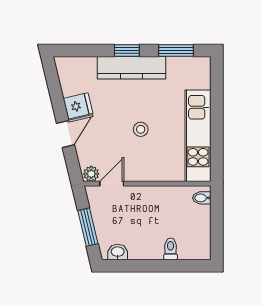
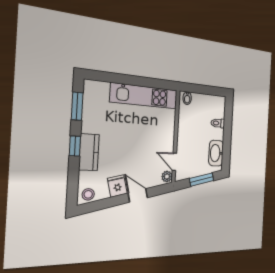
kitchen counter: (131, 68) -> (89, 152), width x0.67
stool: (141, 129) -> (88, 194), moved
washbasin: (118, 252) -> (216, 153), width x1.91, depth x1.45

